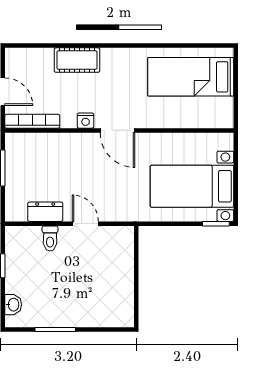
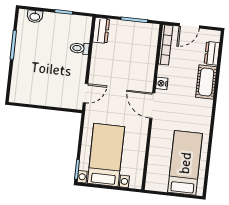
dresser: (37, 57) -> (212, 53), added
door: (117, 130) -> (152, 106), hinge flipped
dresser: (45, 212) -> (101, 30), moved
door: (85, 224) -> (85, 93), moved

